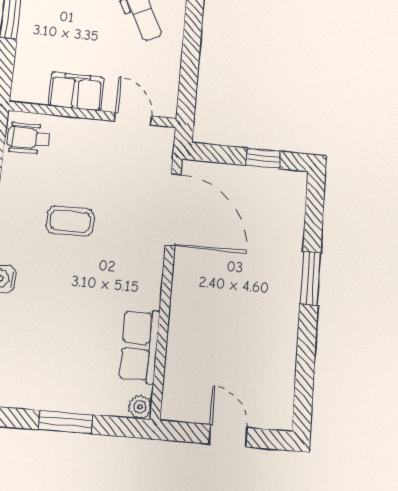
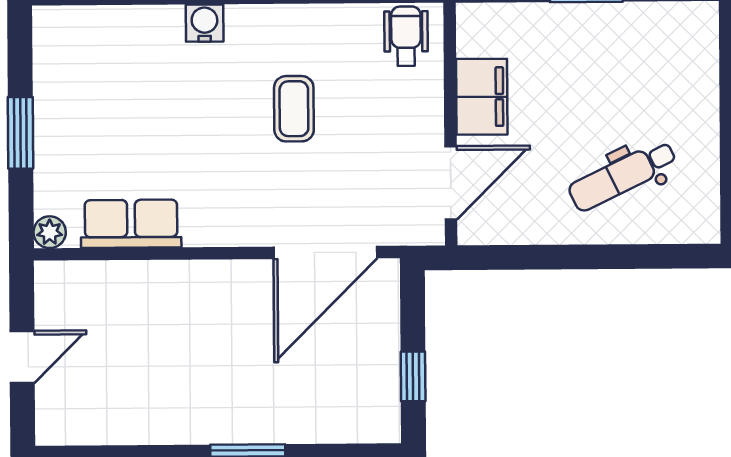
door: (133, 119) -> (451, 183), width x1.38

